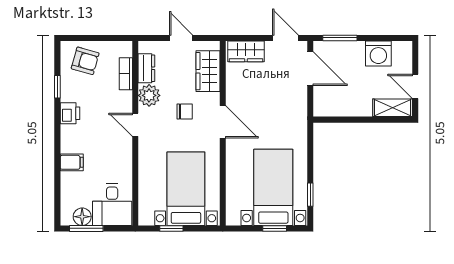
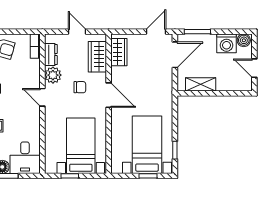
door: (285, 38) -> (156, 32), hinge flipped
boiler: (401, 49) -> (244, 40), added
wardrobe: (246, 51) -> (119, 52), moved, turned -90
door: (310, 69) -> (175, 55), hinge flipped
bookcase: (126, 74) -> (35, 46), moved
shelving: (393, 108) -> (201, 84), moved

